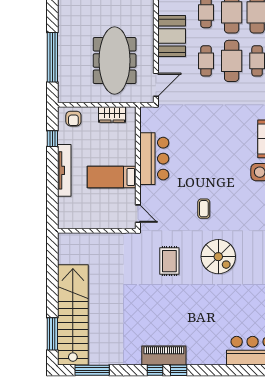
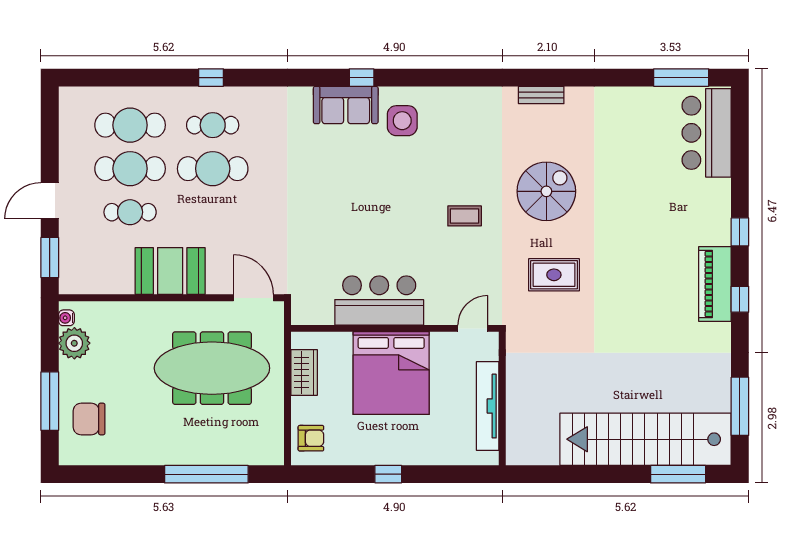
cafe table: (206, 61) -> (213, 212), removed
window: (52, 139) -> (388, 474), moved
tv unit: (64, 170) -> (488, 406), moved, turned -90
bed: (112, 177) -> (391, 373), width x2.04
window: (179, 370) -> (740, 232), moved

